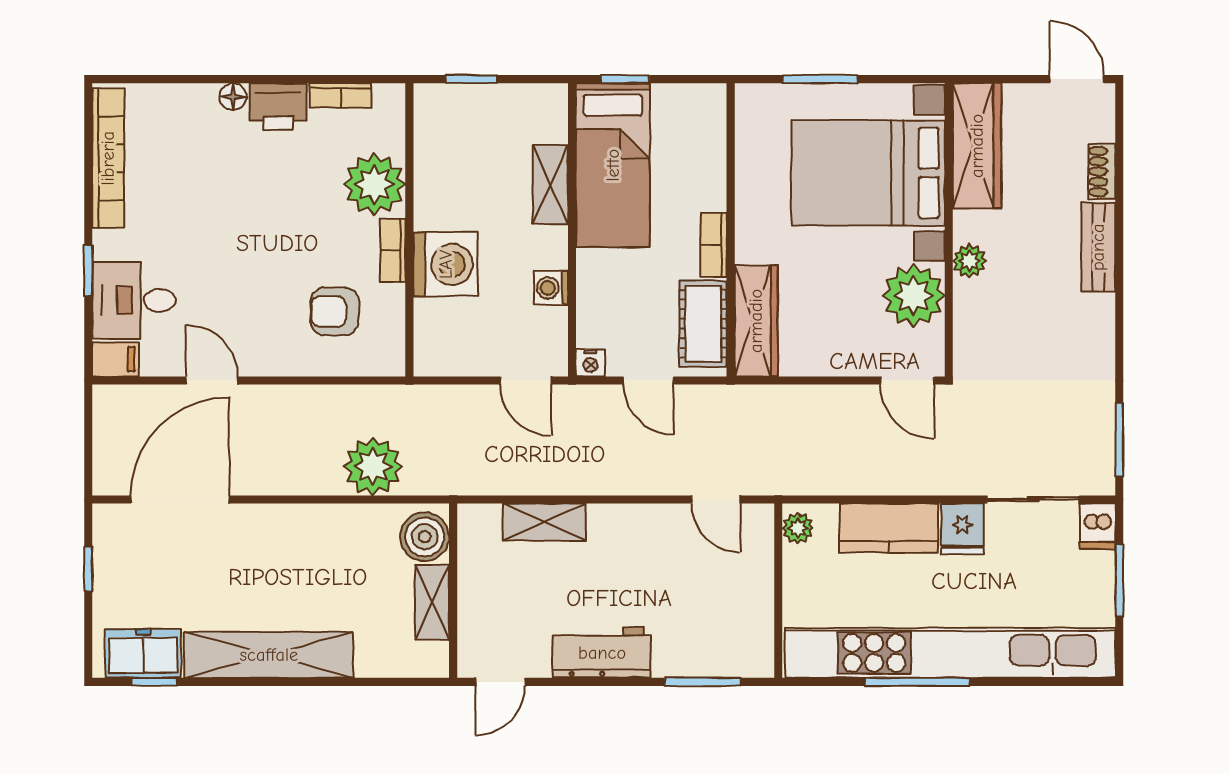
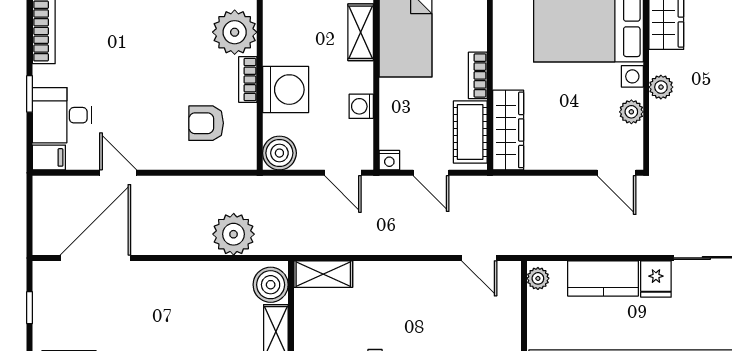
plant: (913, 296) -> (631, 112), width x0.53, depth x0.53
boiler: (437, 353) -> (279, 153), added
shelving: (544, 522) -> (323, 274), moved

